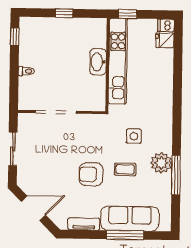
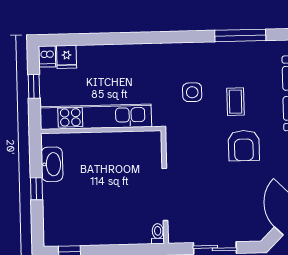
window: (128, 14) -> (34, 86), moved
washbasin: (98, 62) -> (52, 164), moved, turned -90
toilet: (26, 71) -> (158, 234), moved
plant: (161, 163) -> (225, 55), removed

